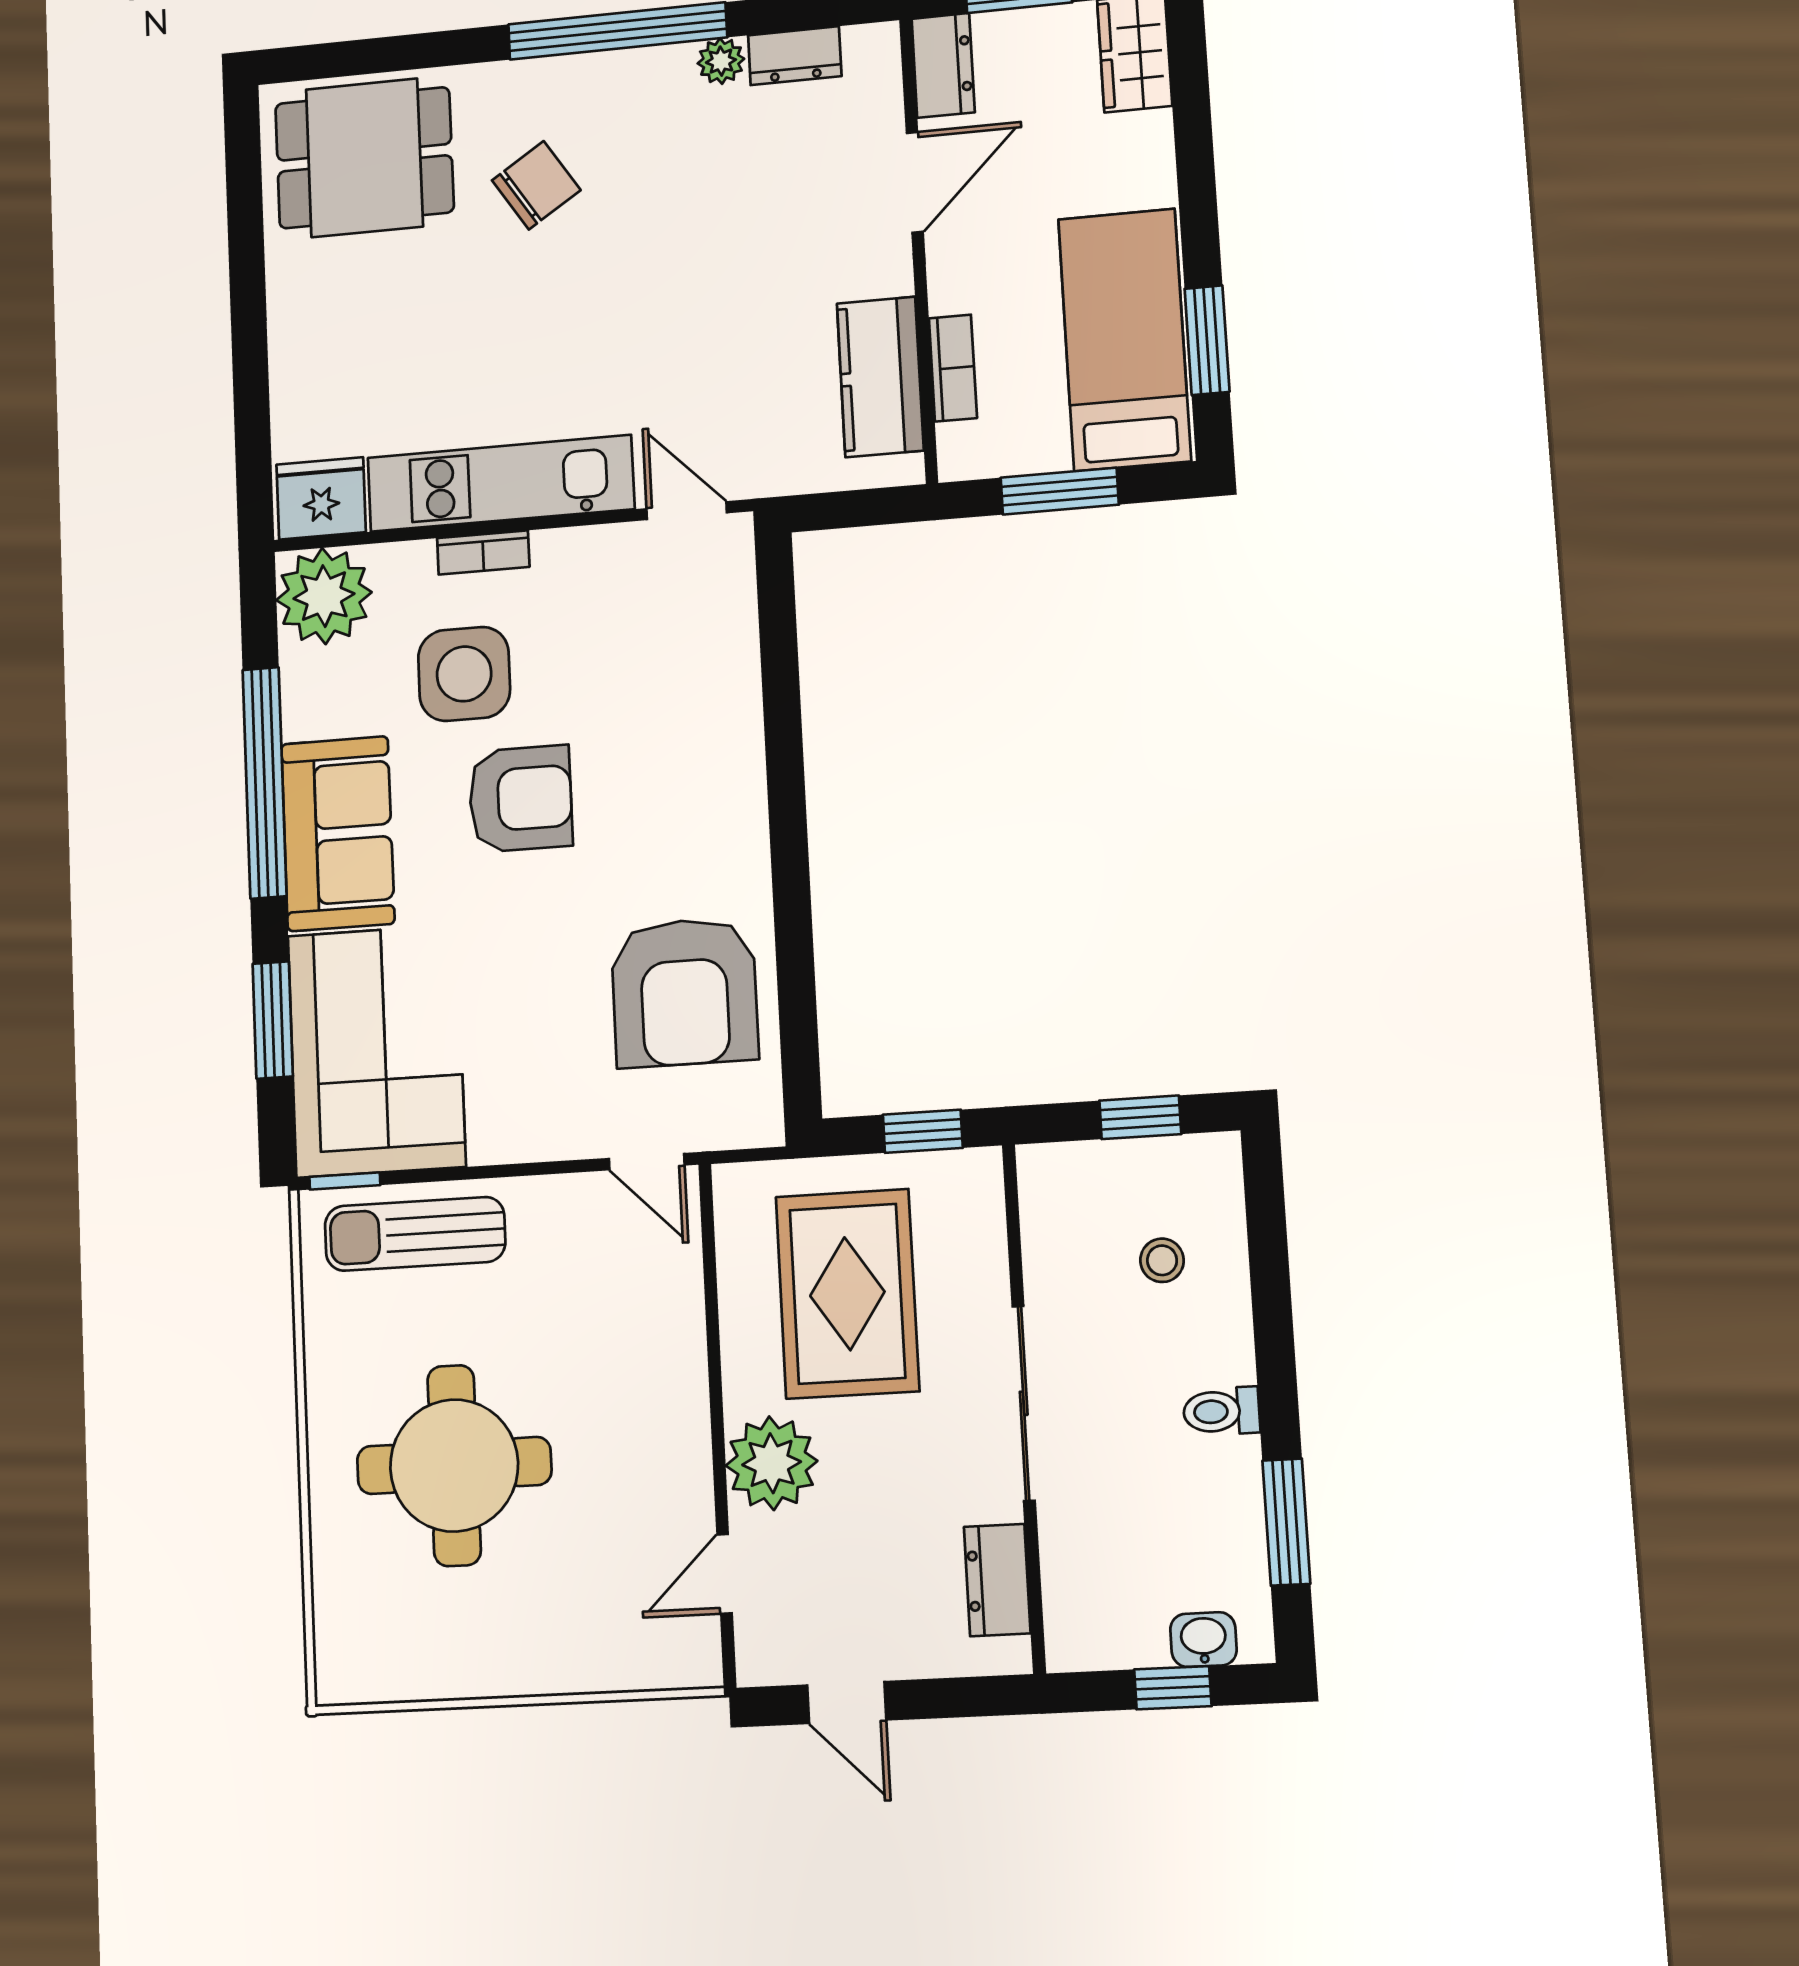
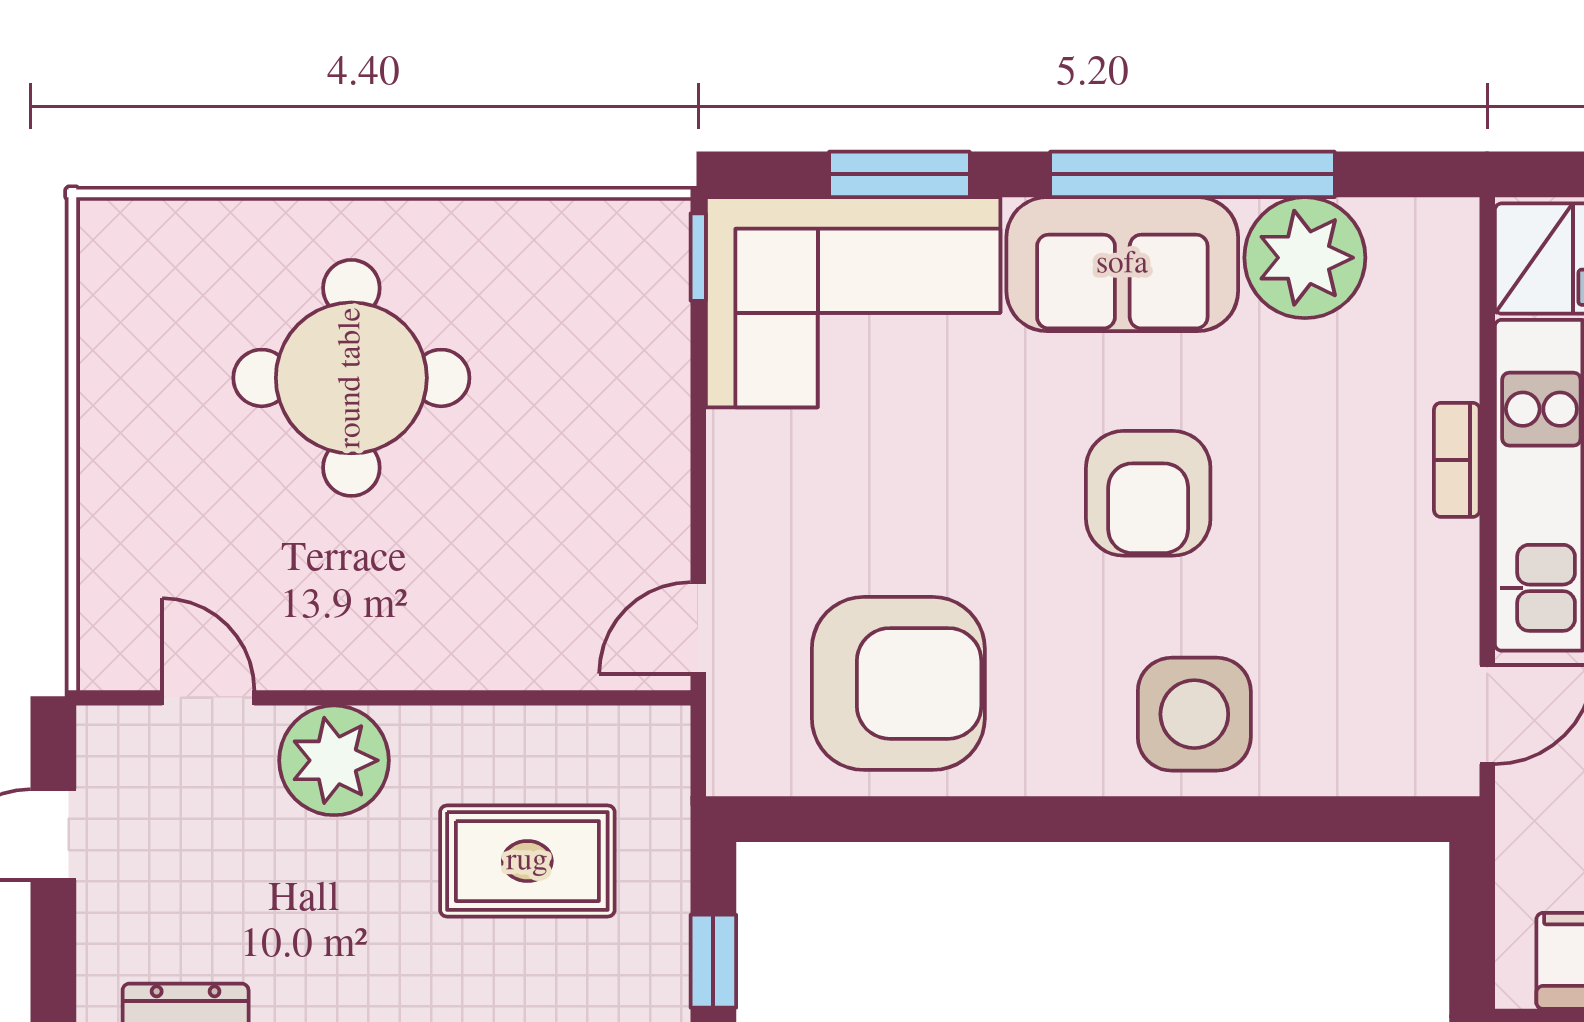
plant: (324, 596) -> (1305, 258), moved
side table: (464, 674) -> (1194, 714), moved
armchair: (684, 992) -> (898, 683), turned 180
sun lounger: (415, 1234) -> (629, 341), removed
rug: (847, 1294) -> (527, 861), width x0.73, depth x0.70

